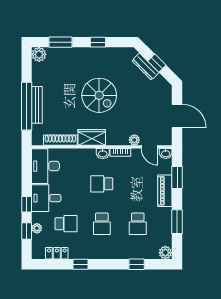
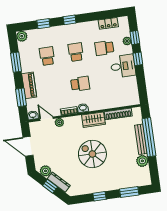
plant: (39, 54) -> (142, 161), moved
plant: (160, 83) -> (45, 171), added
desk: (46, 166) -> (127, 92), removed
window: (80, 264) -> (70, 20), moved

